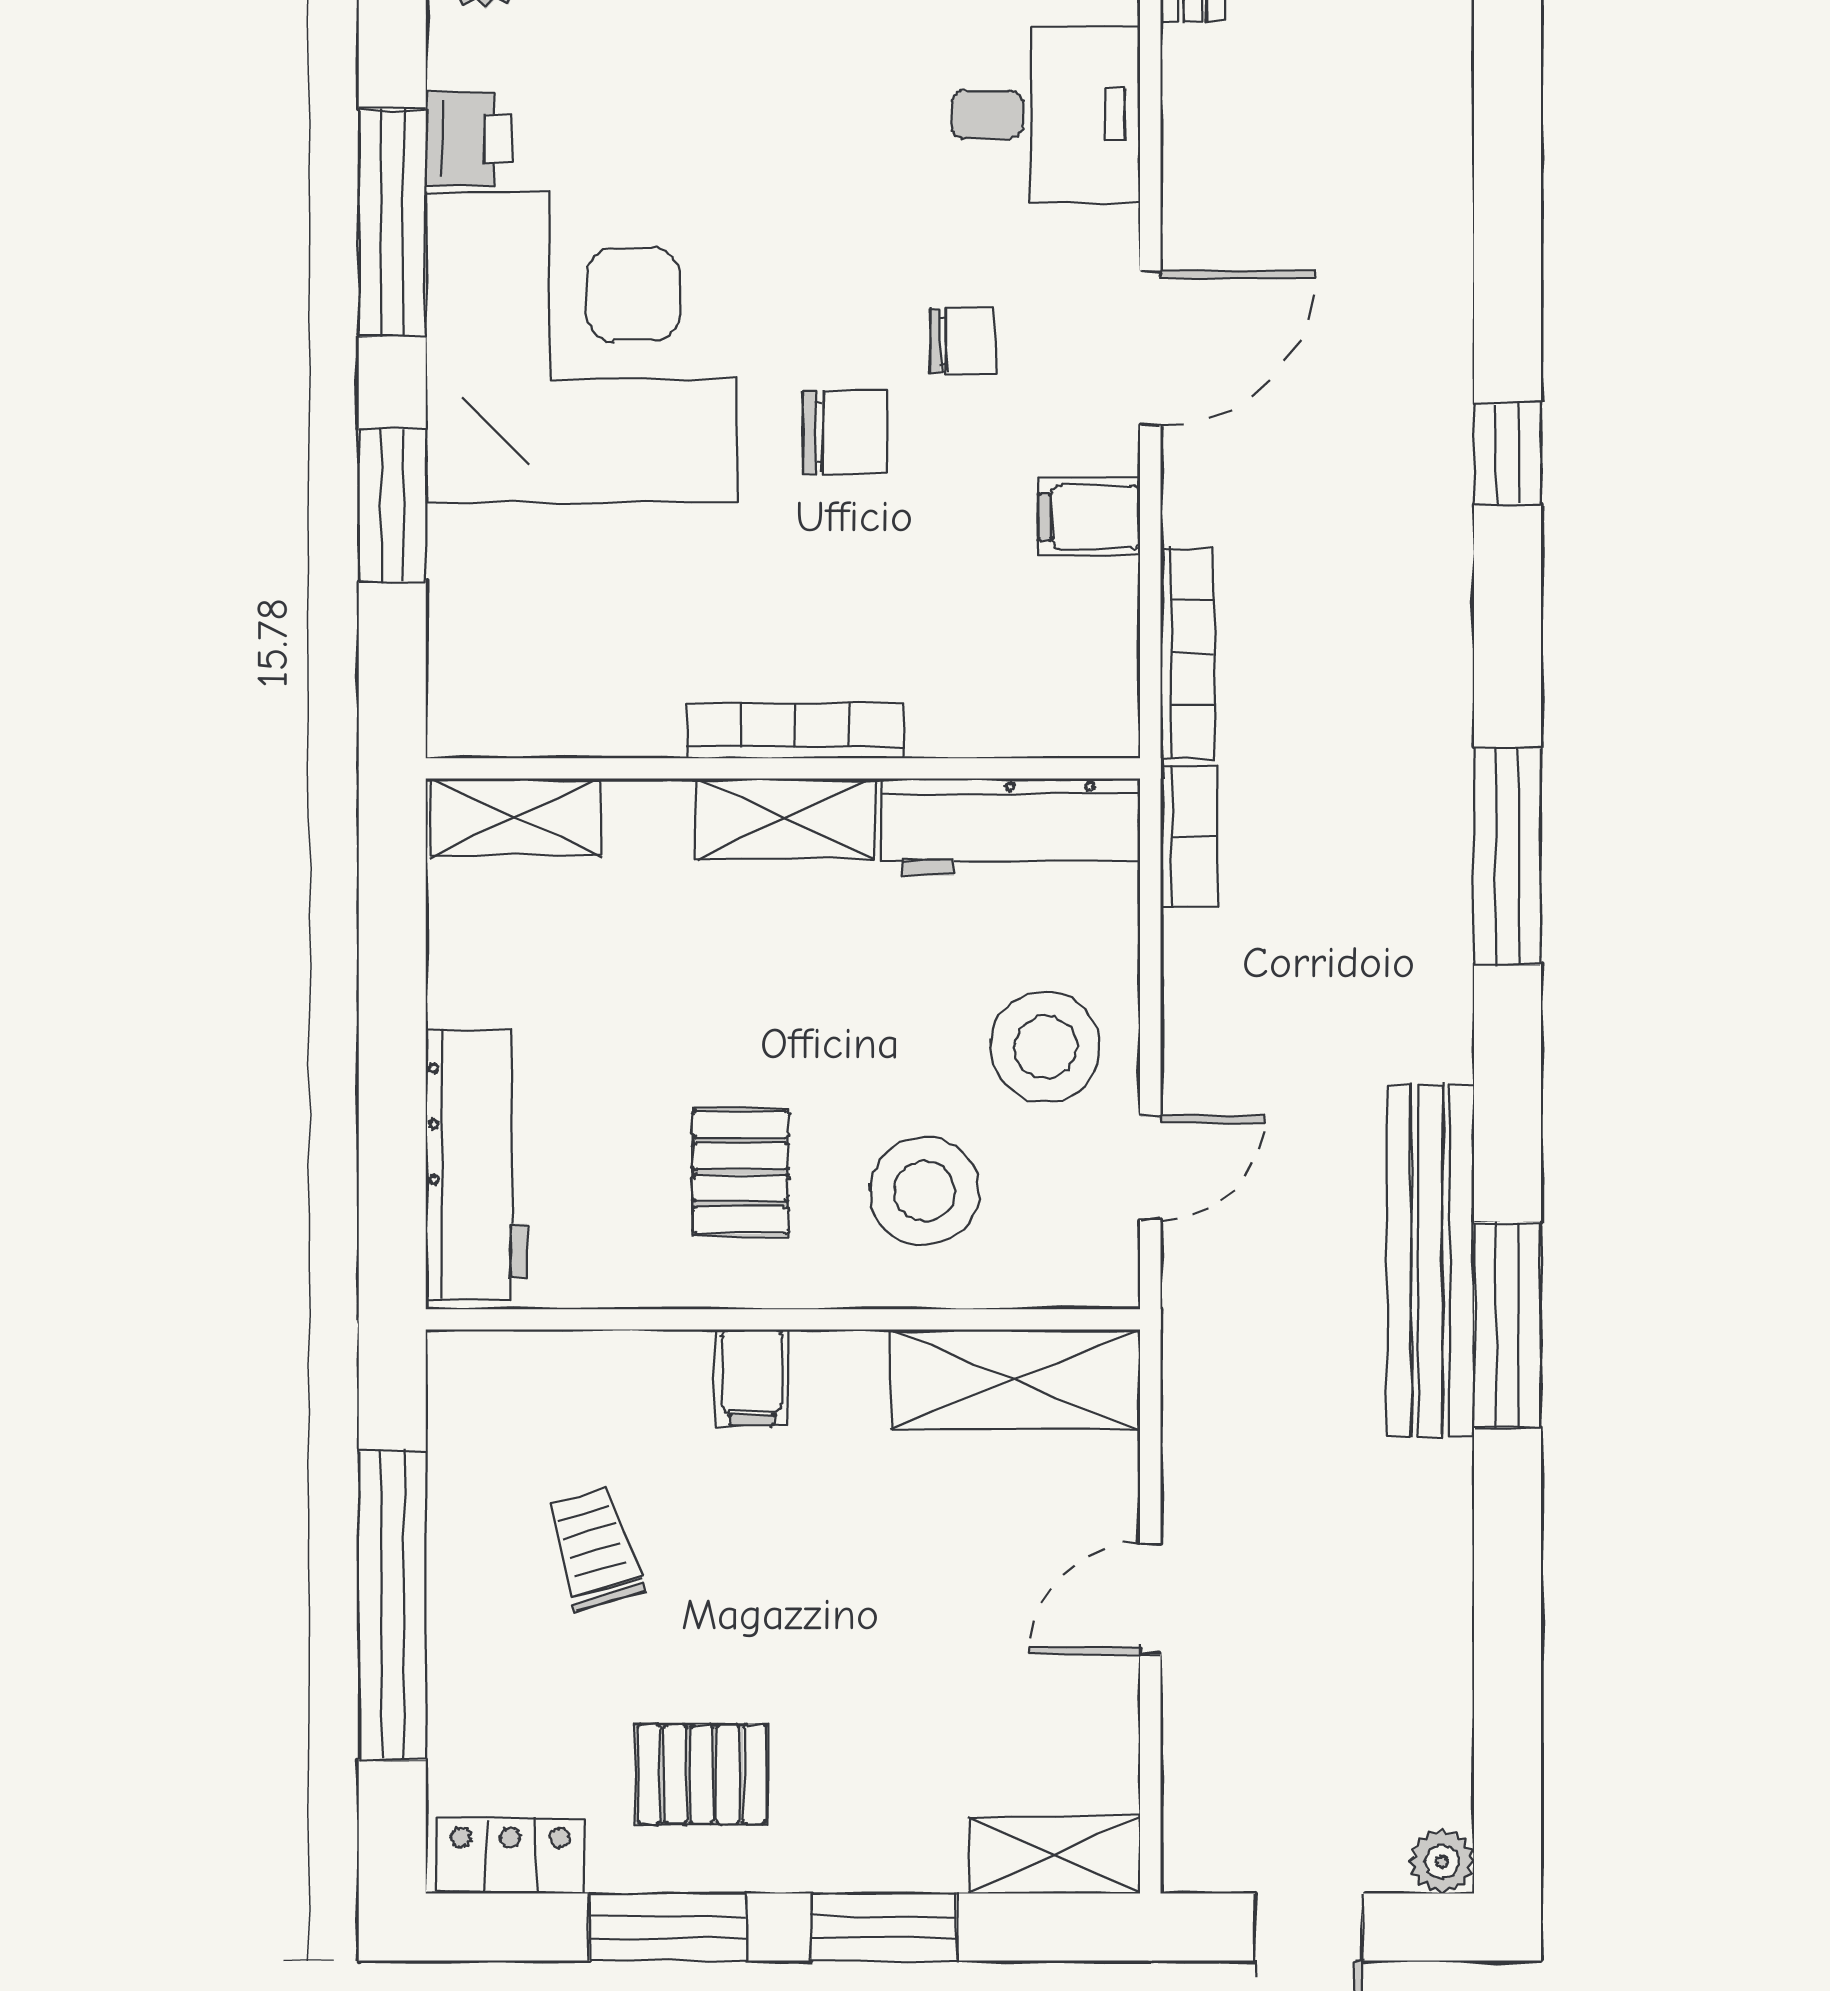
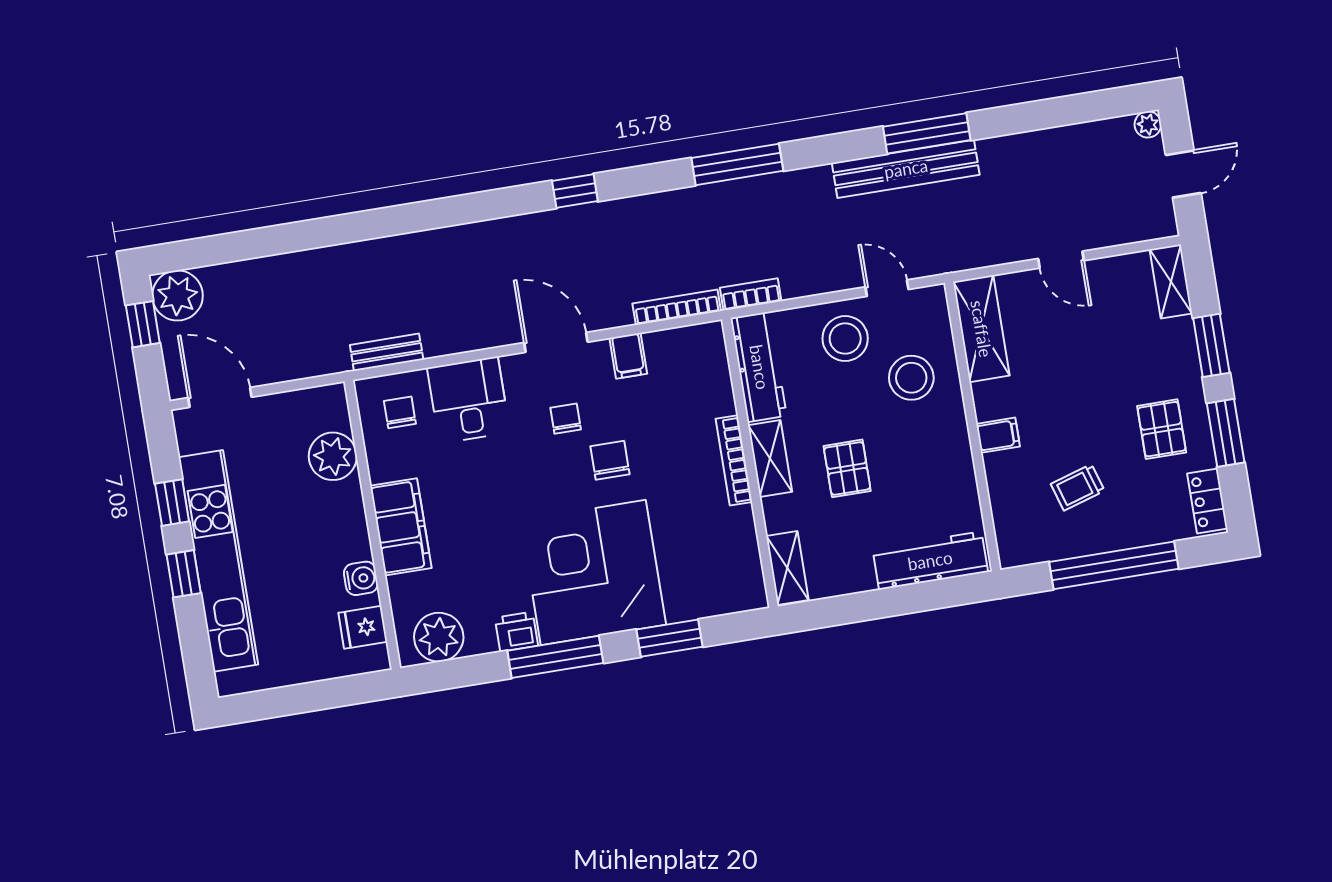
pallet: (741, 1172) -> (847, 468), moved, turned 90

